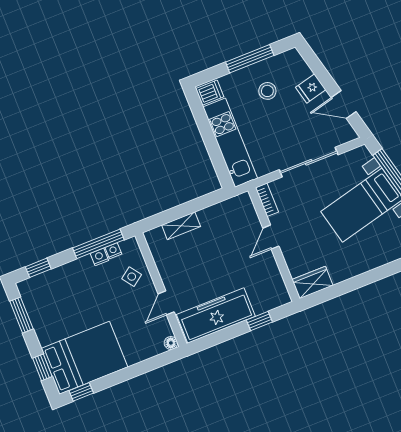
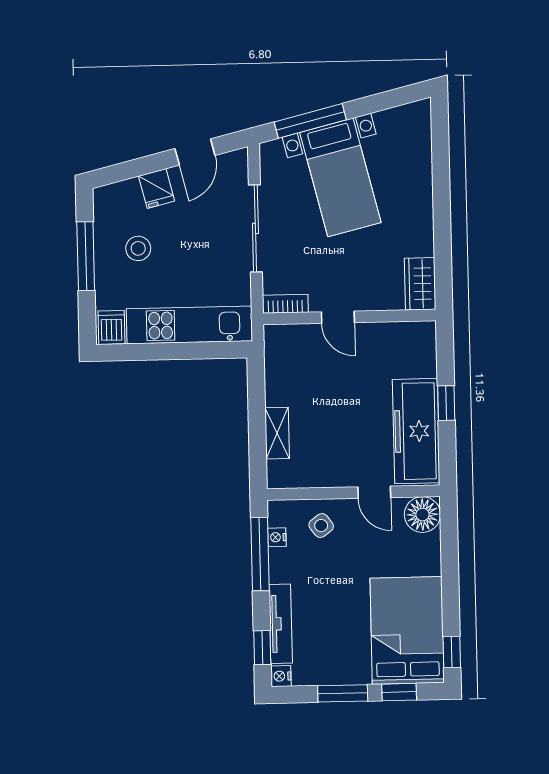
nightstand: (99, 257) -> (281, 676), moved
tv unit: (58, 274) -> (281, 624), added
window: (22, 315) -> (343, 693), moved
window: (259, 321) -> (446, 403), moved
floor lamp: (171, 343) -> (422, 515), width x1.89, depth x1.89

